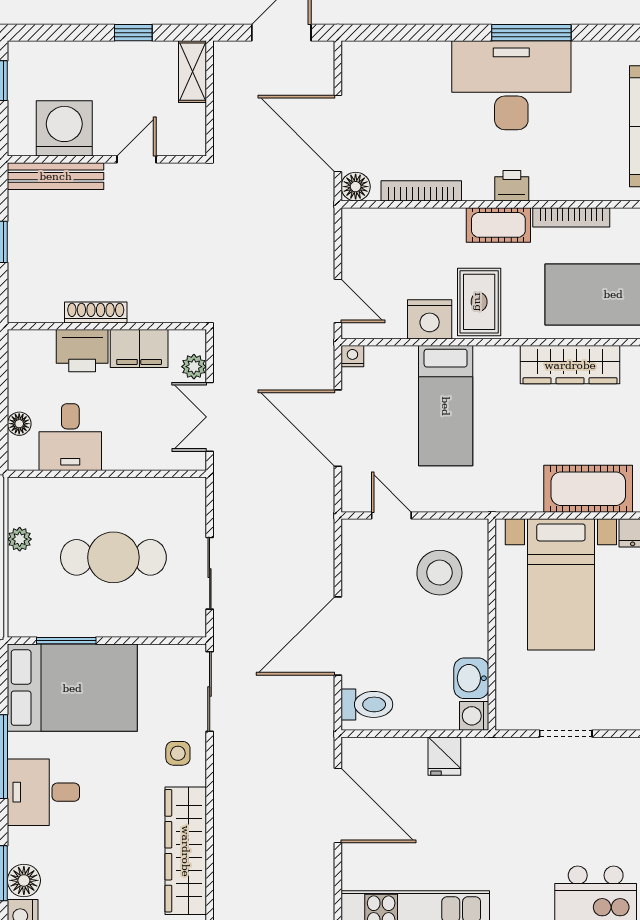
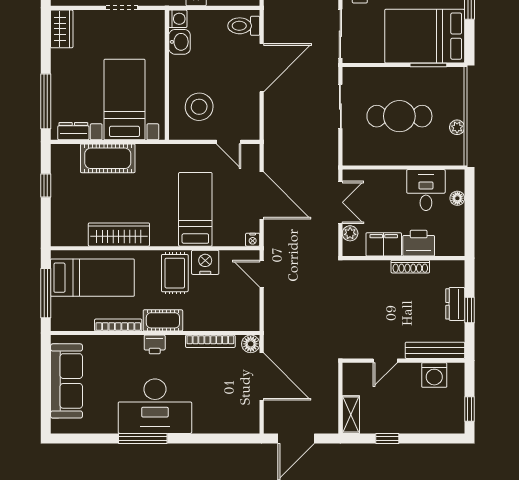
washing machine: (64, 128) -> (434, 375), width x0.73, depth x0.73
dresser: (23, 252) -> (455, 304), added

